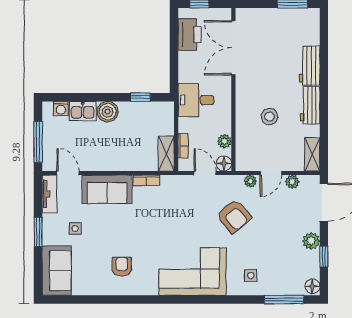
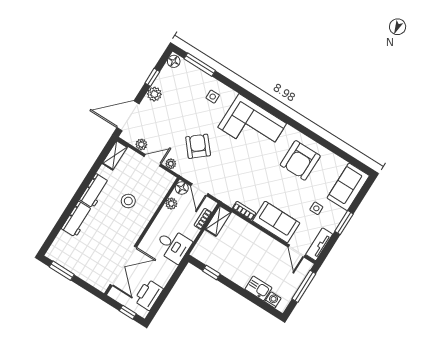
boiler: (108, 112) -> (241, 277), removed
armchair: (122, 267) -> (300, 160), width x1.88, depth x1.88

